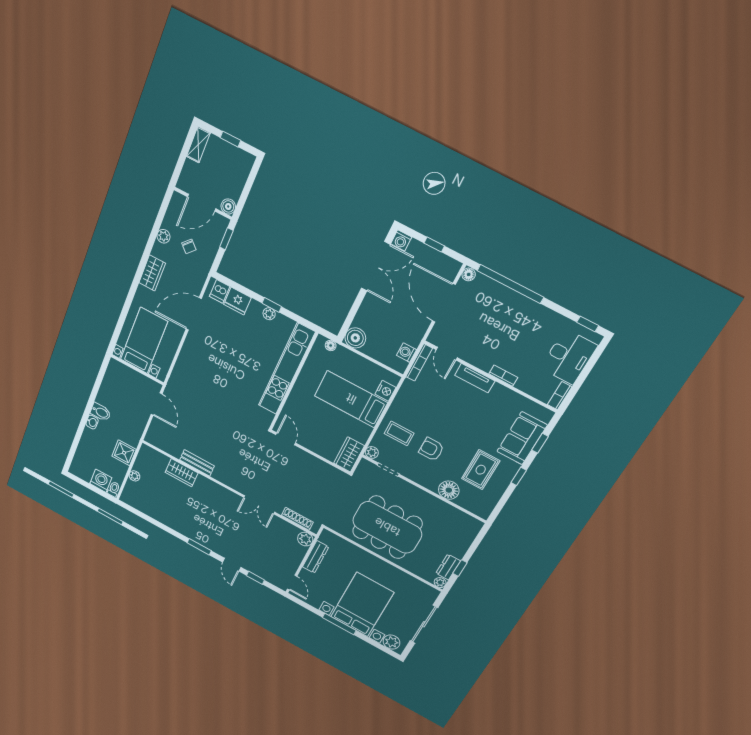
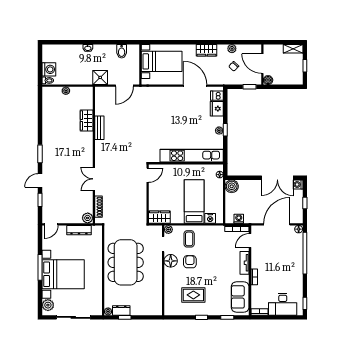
bidet: (101, 412) -> (122, 51), moved
sofa: (522, 438) -> (240, 297), moved, turned -90
shower: (124, 453) -> (100, 77), moved
floor lamp: (449, 490) -> (171, 261), moved

